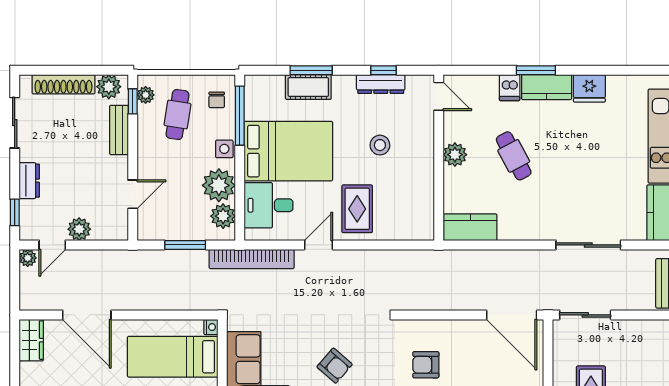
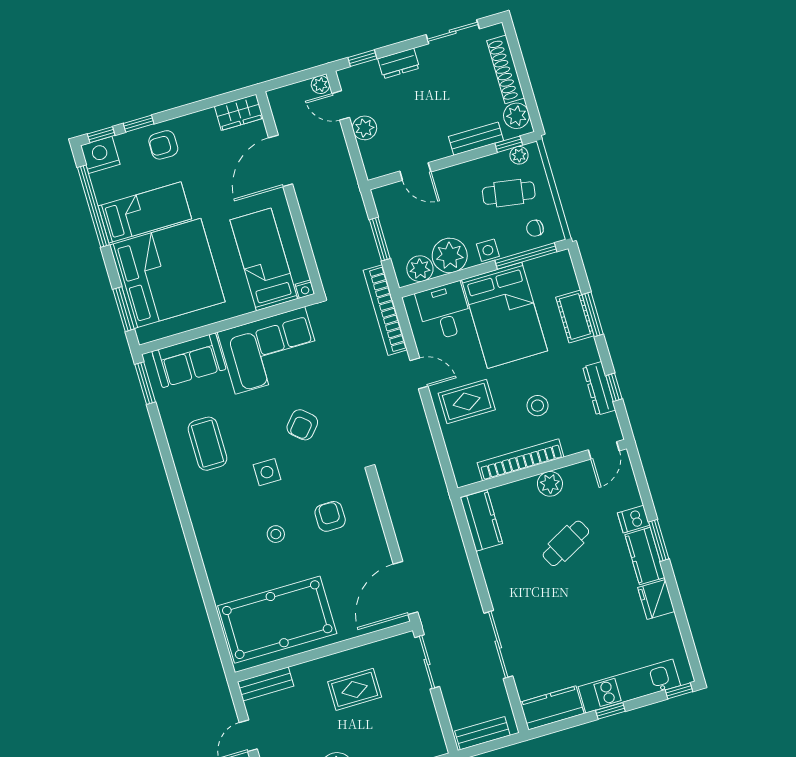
bookcase: (425, 175) -> (521, 460), added

